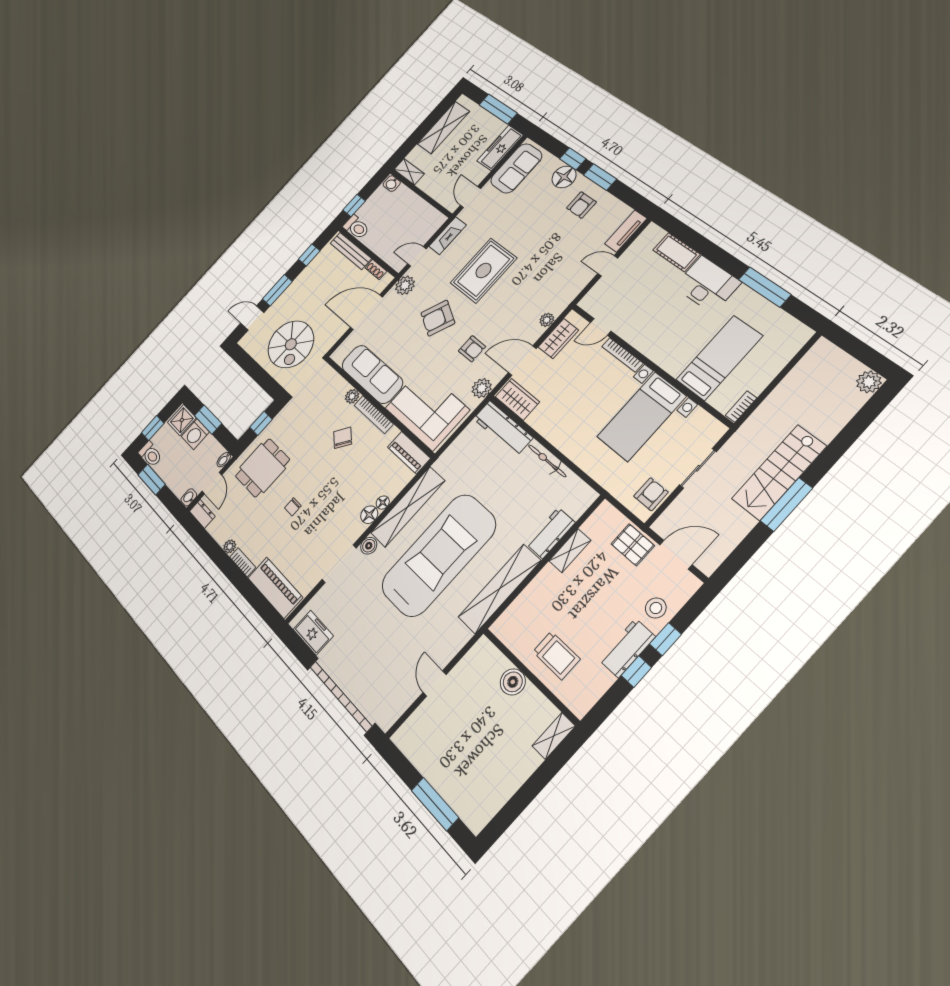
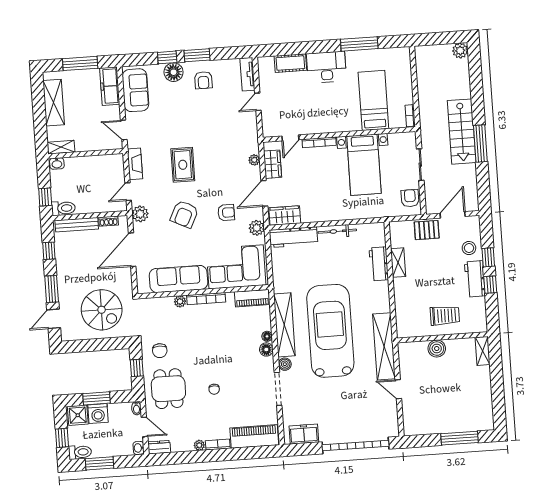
rug: (483, 271) -> (183, 165), width x0.73, depth x0.70
chair: (343, 438) -> (160, 351), moved, turned -128
shelving: (499, 589) -> (384, 346), moved

